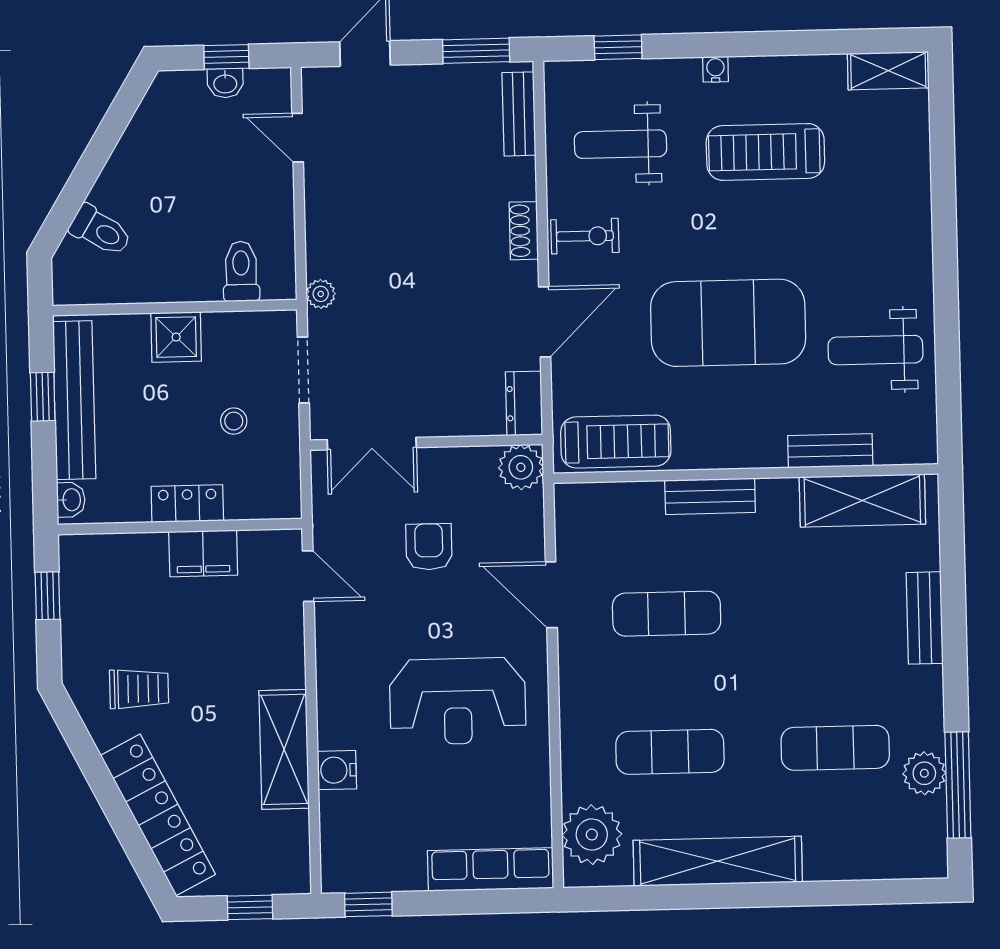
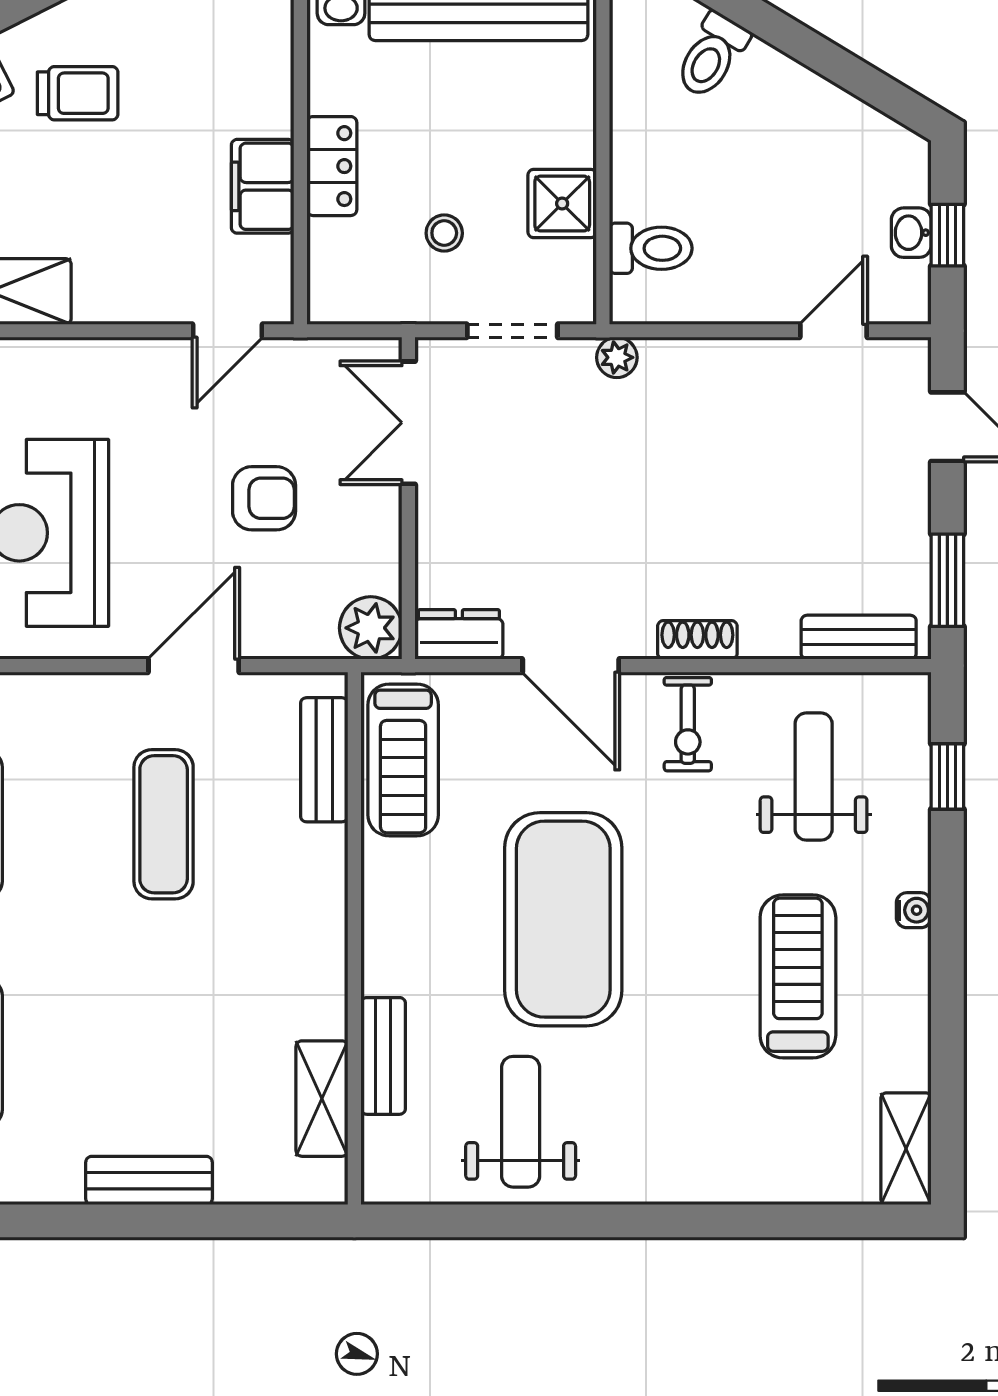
shower: (176, 337) -> (562, 204), moved
bench: (710, 496) -> (324, 760), moved
shelving: (862, 500) -> (322, 1099), width x0.67, depth x0.75
trolley: (139, 689) -> (78, 93), turned -90

